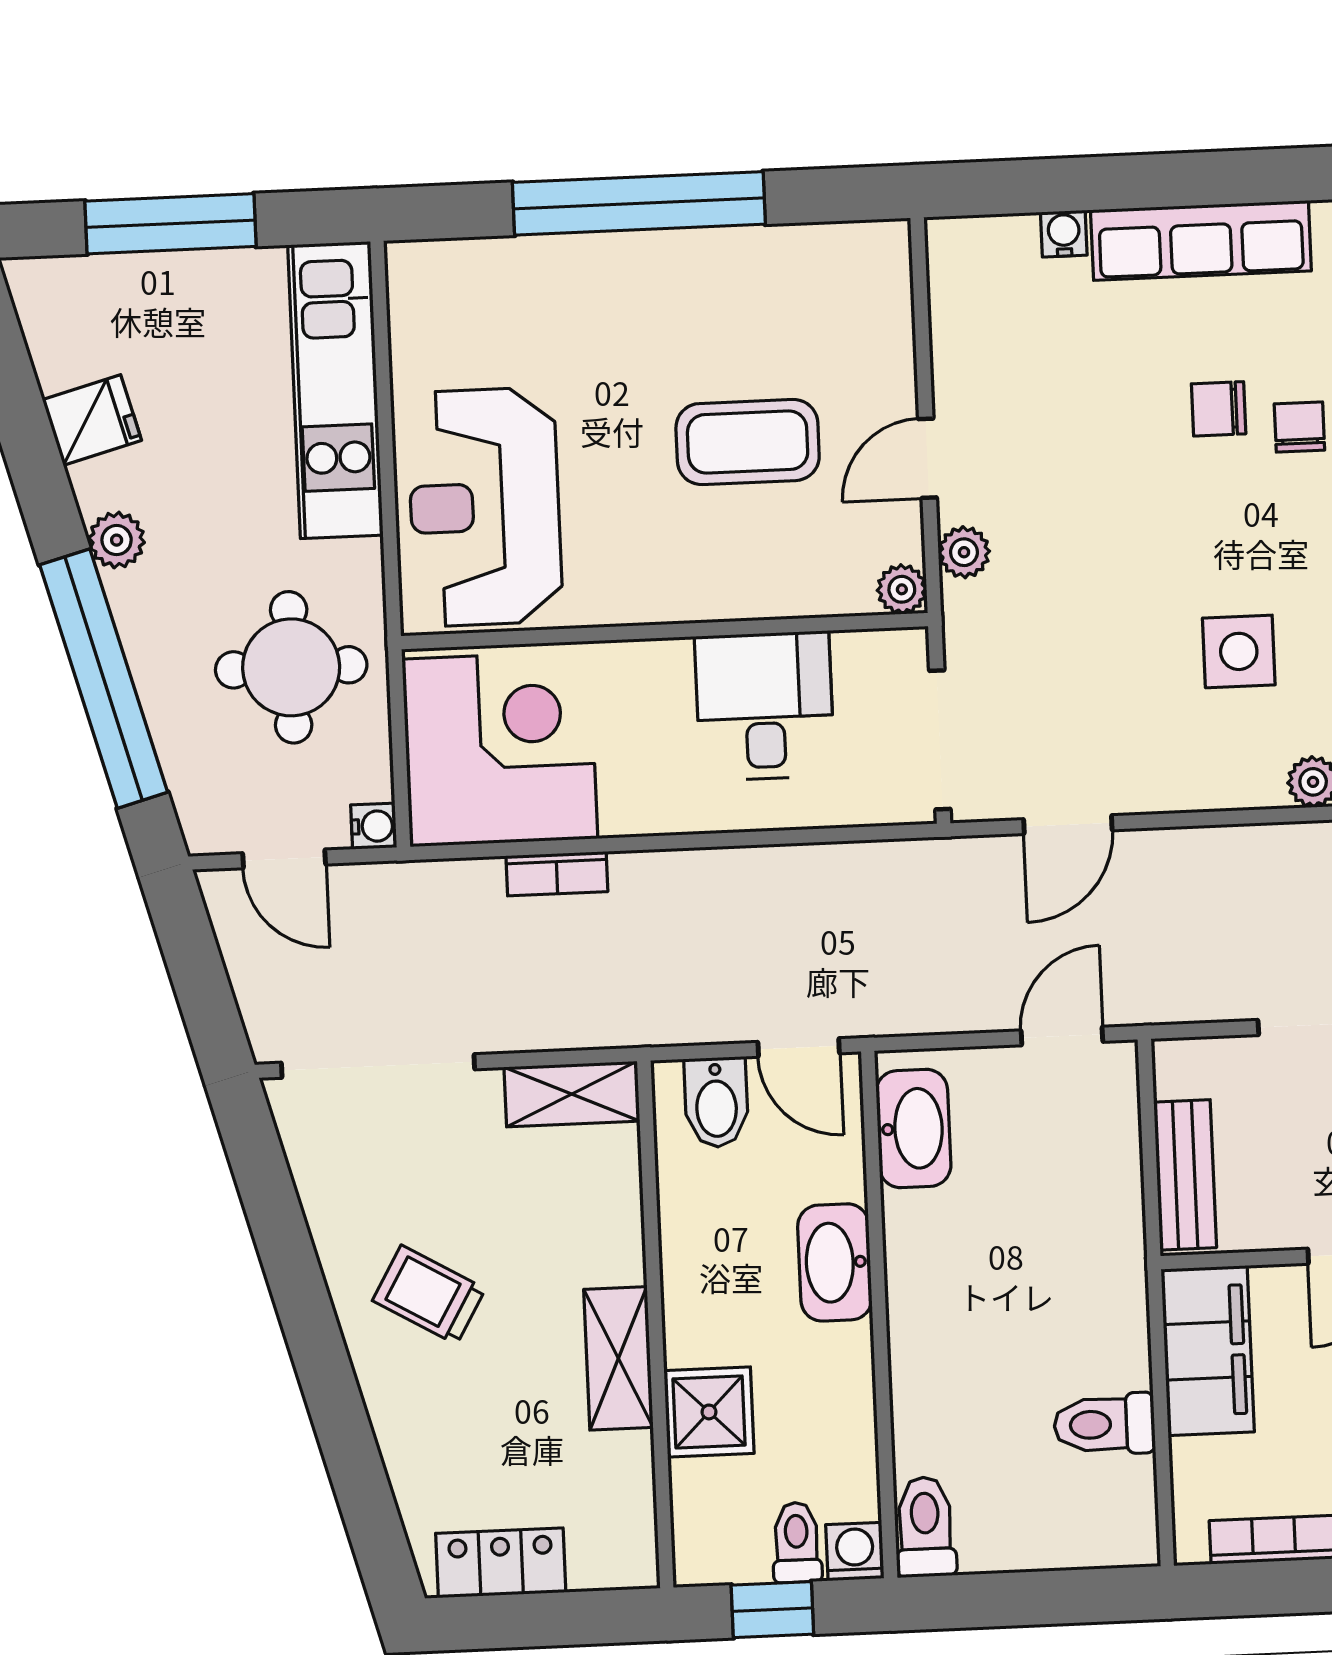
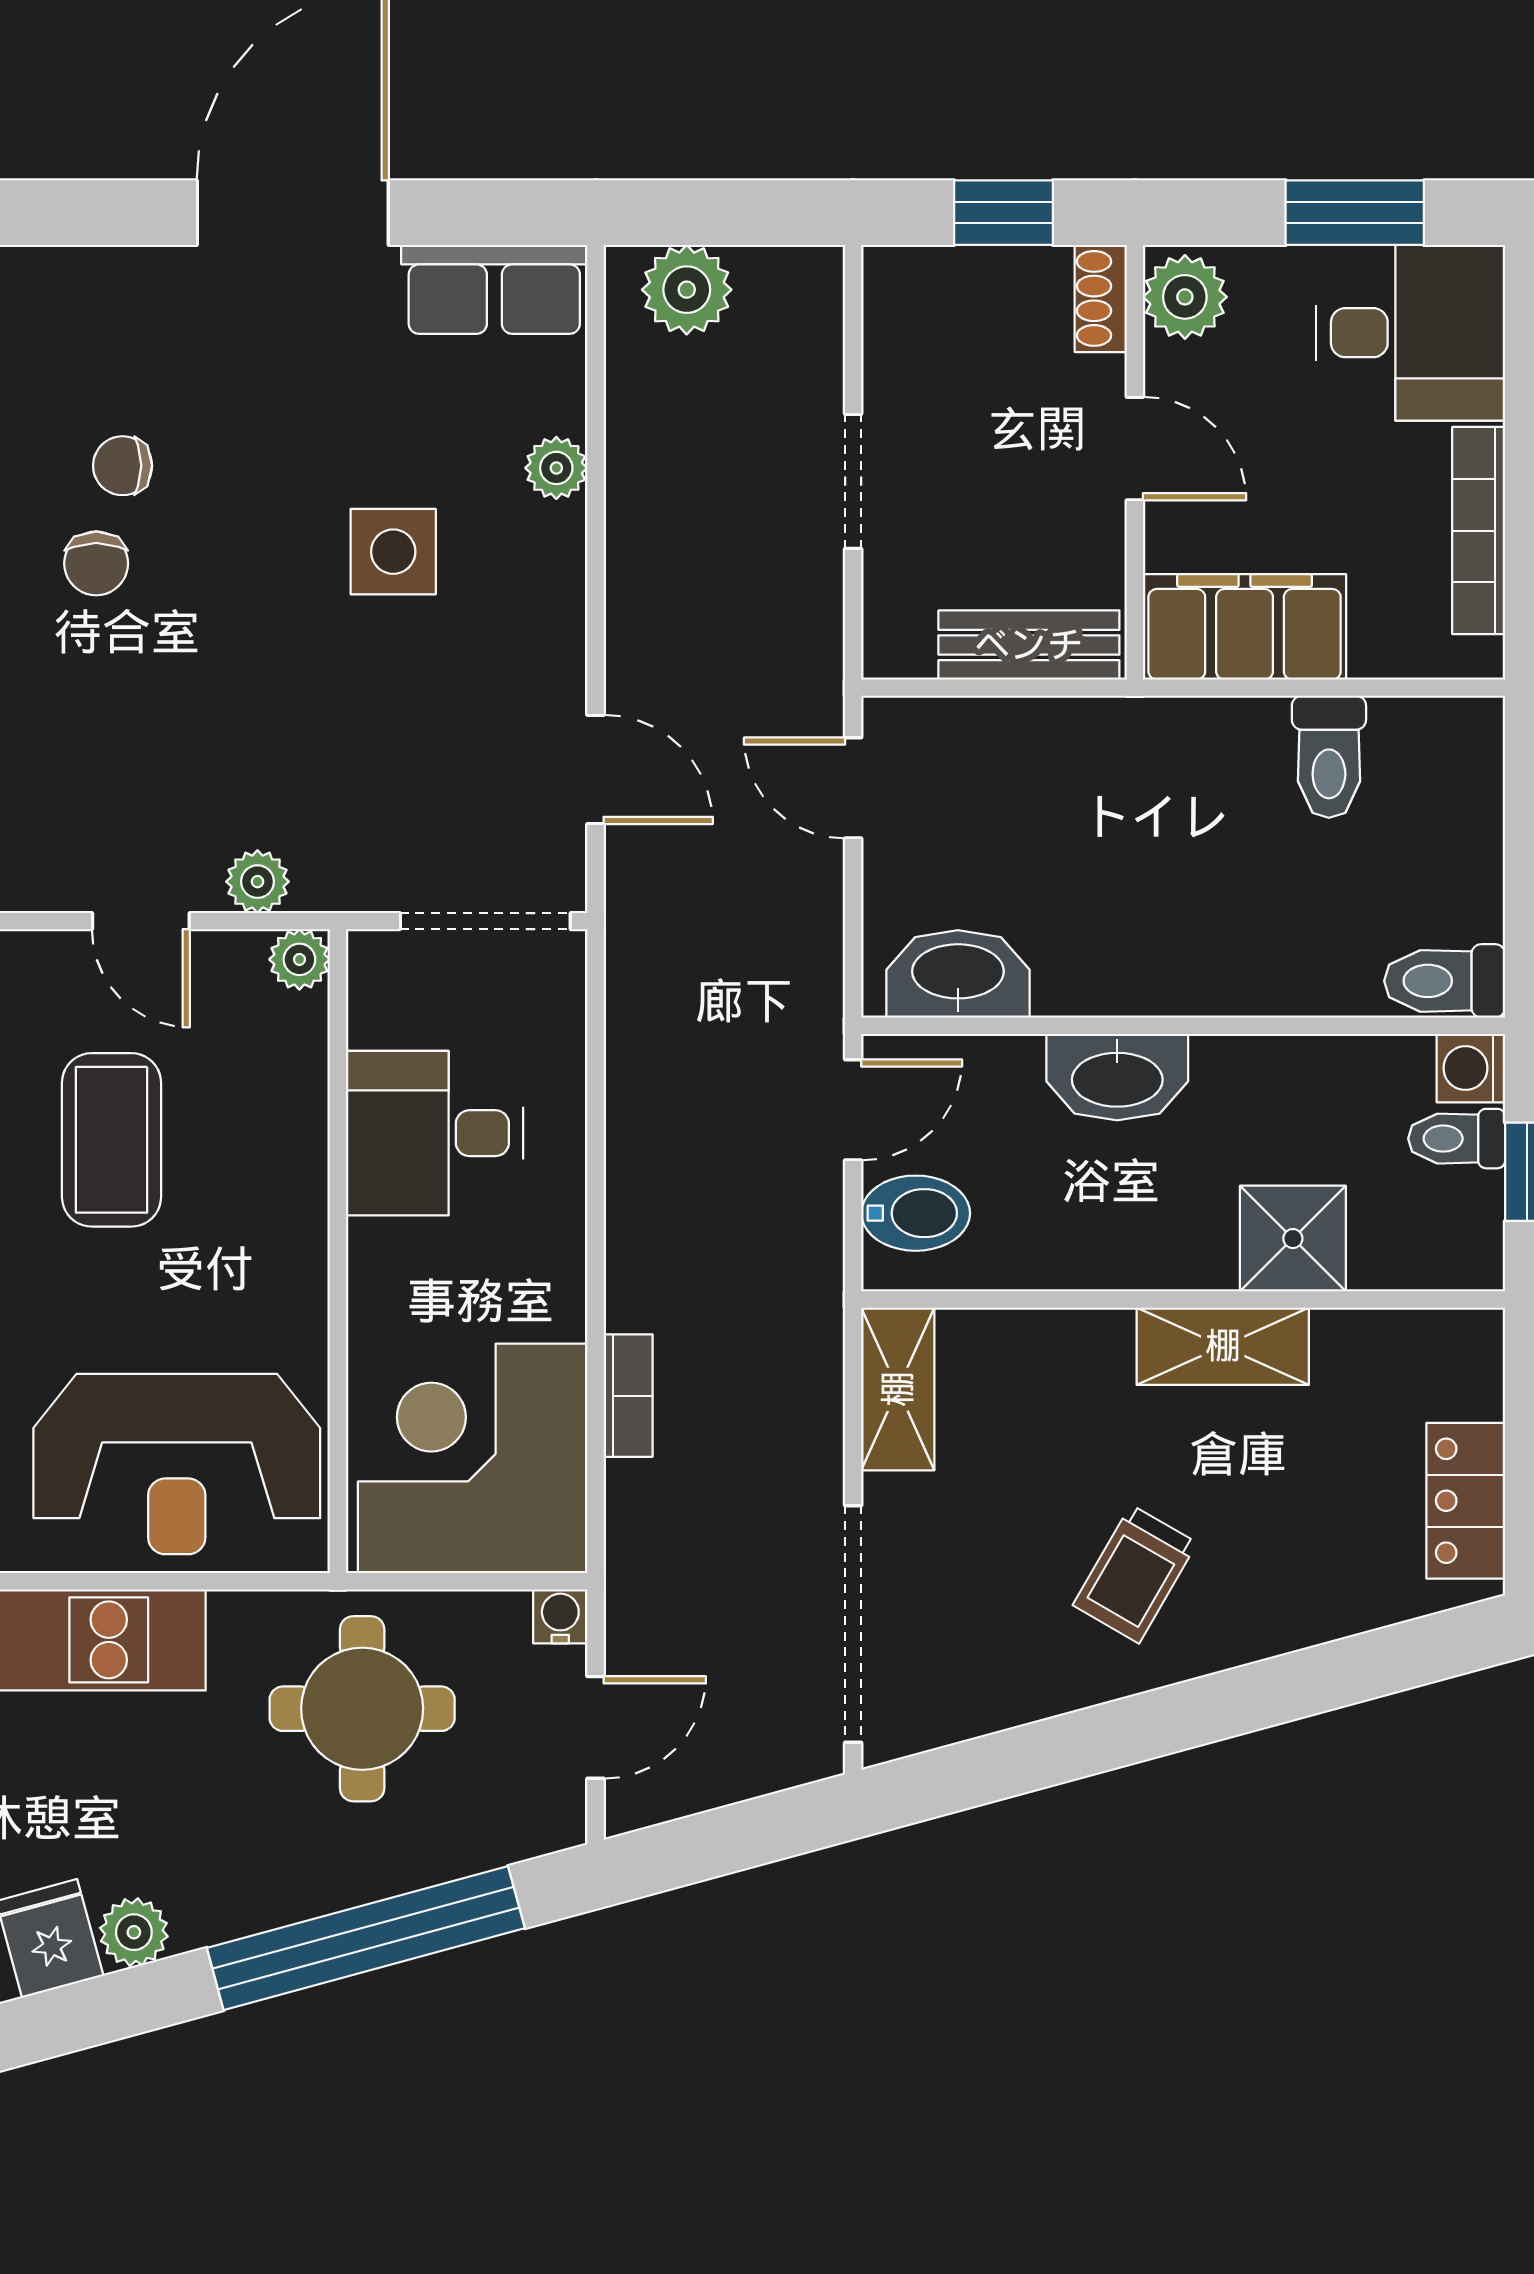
plant: (117, 540) -> (134, 1932), moved

